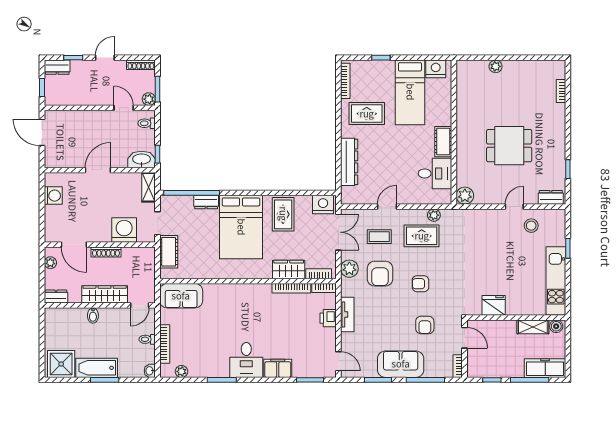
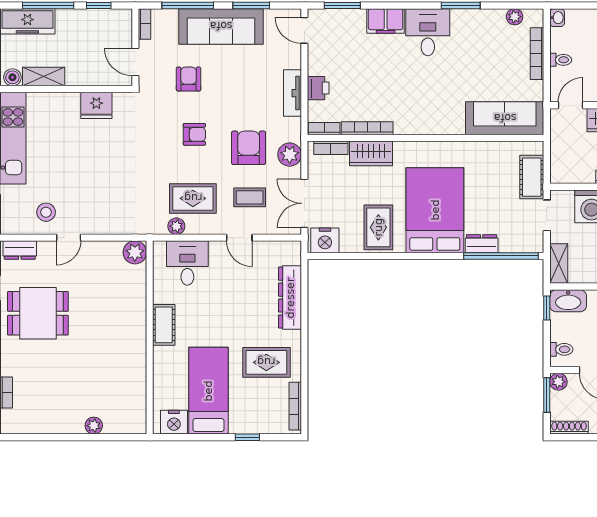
dining table: (509, 146) -> (38, 313), moved
desk: (435, 173) -> (187, 263), moved, turned 90
door: (387, 207) -> (239, 238), hinge flipped
sofa: (181, 296) -> (505, 118), width x1.36
sofa: (401, 364) -> (221, 26), width x1.36

